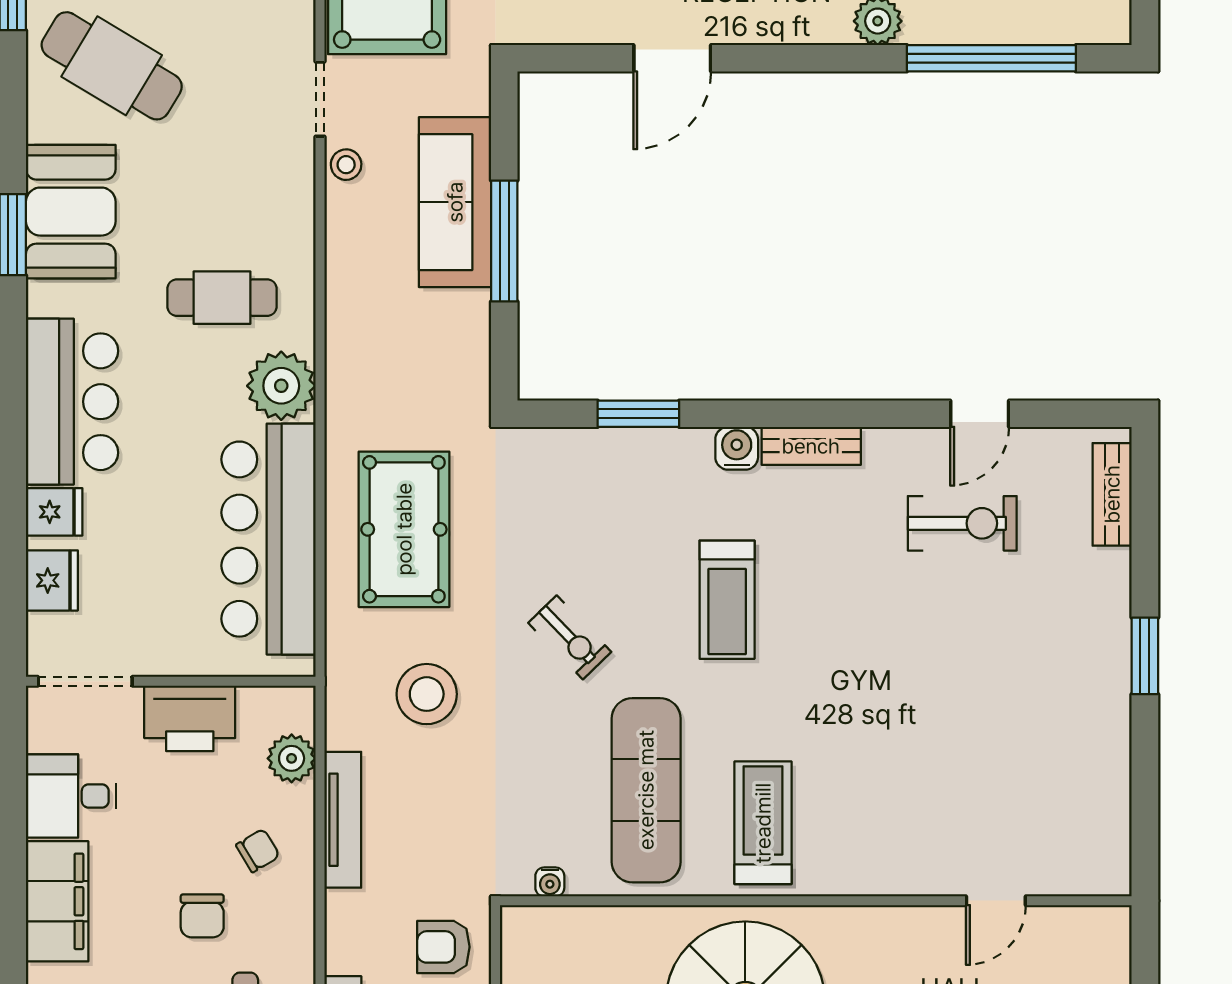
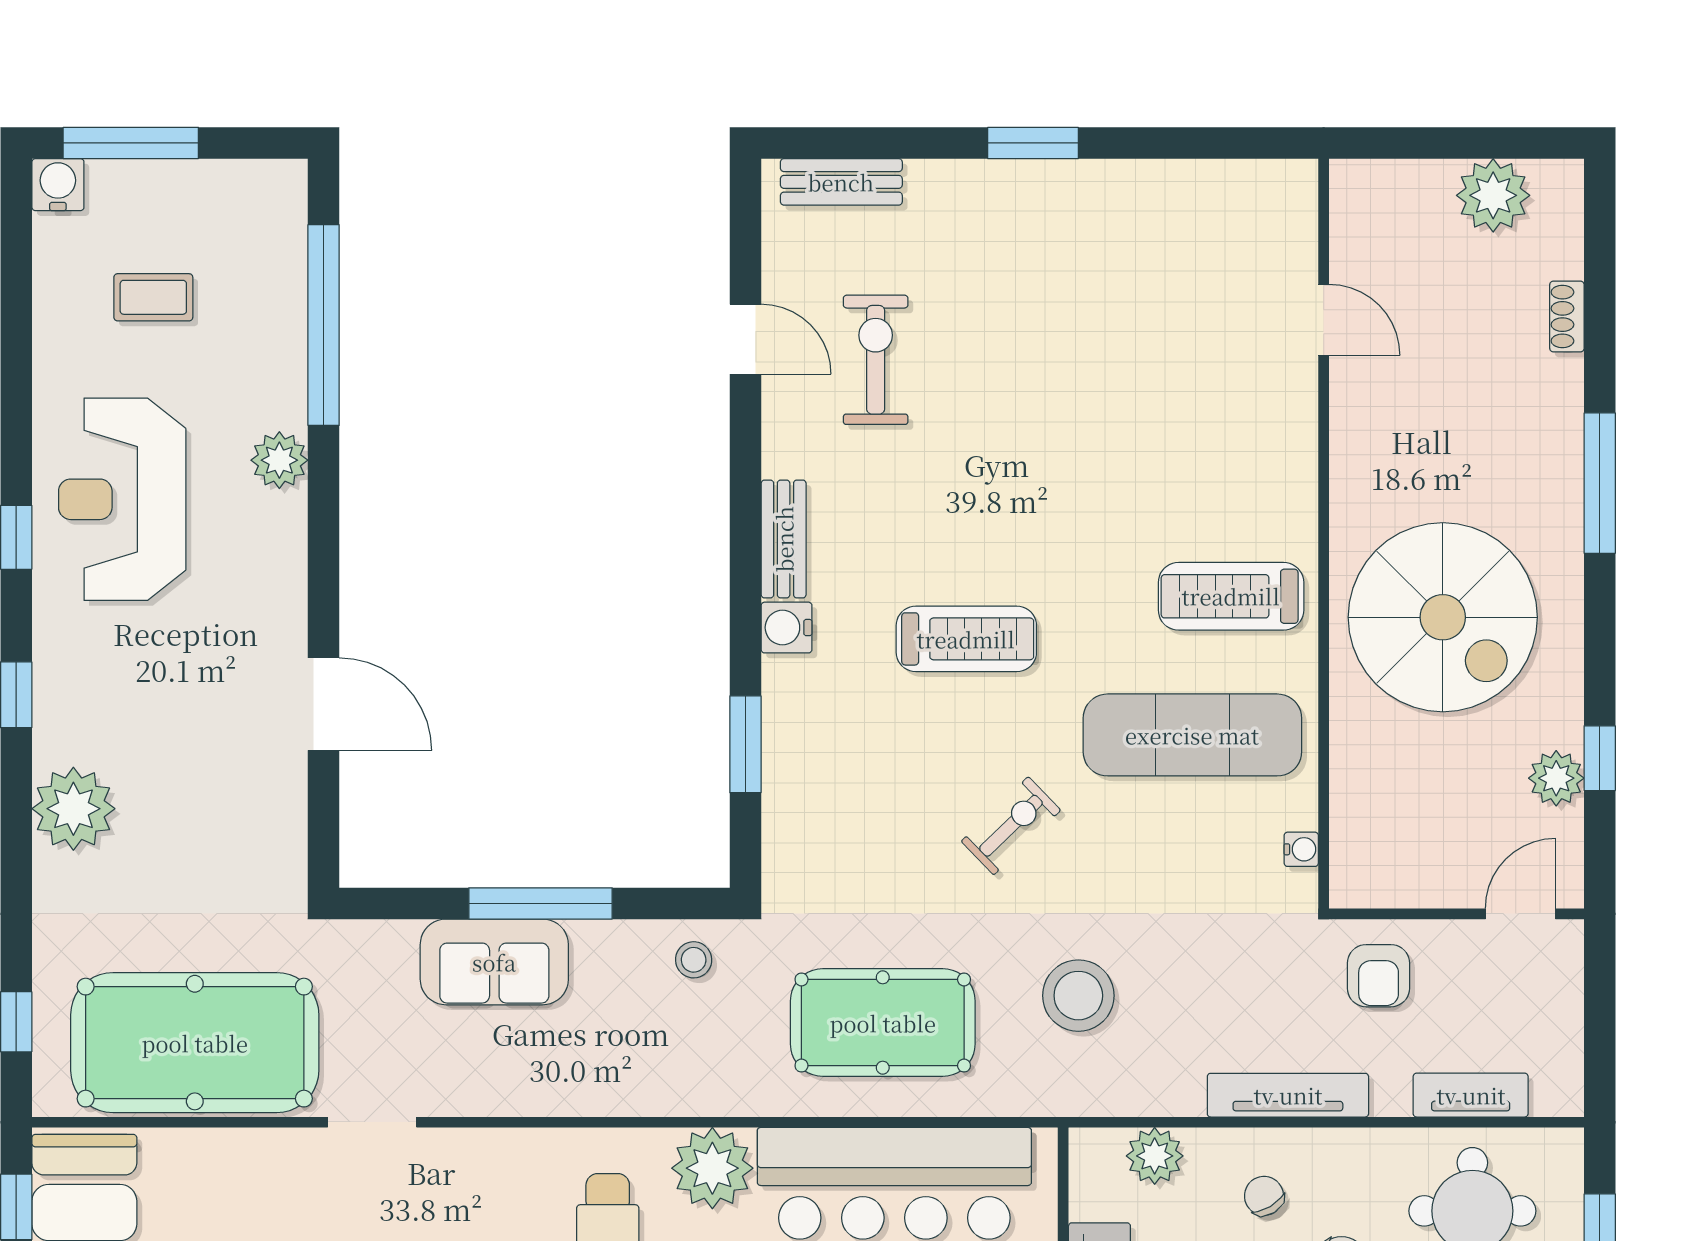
stool: (346, 165) -> (694, 960), moved
sofa: (455, 202) -> (494, 962), width x0.73
tv unit: (343, 820) -> (1288, 1095), moved

